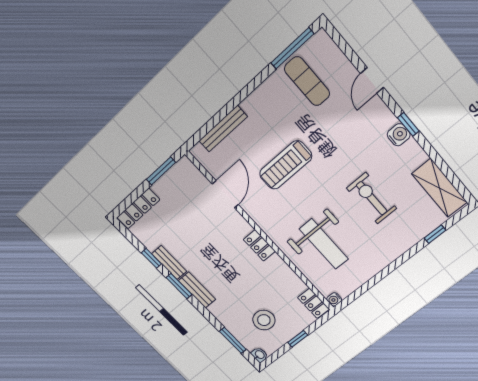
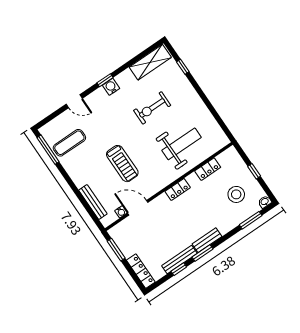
bench: (169, 263) -> (179, 259), width x1.36
water cooler: (334, 299) -> (121, 212), moved
locker: (313, 303) -> (208, 169), moved

